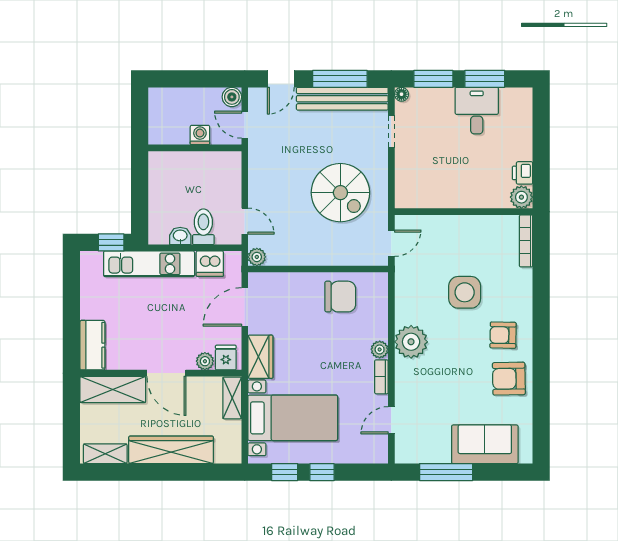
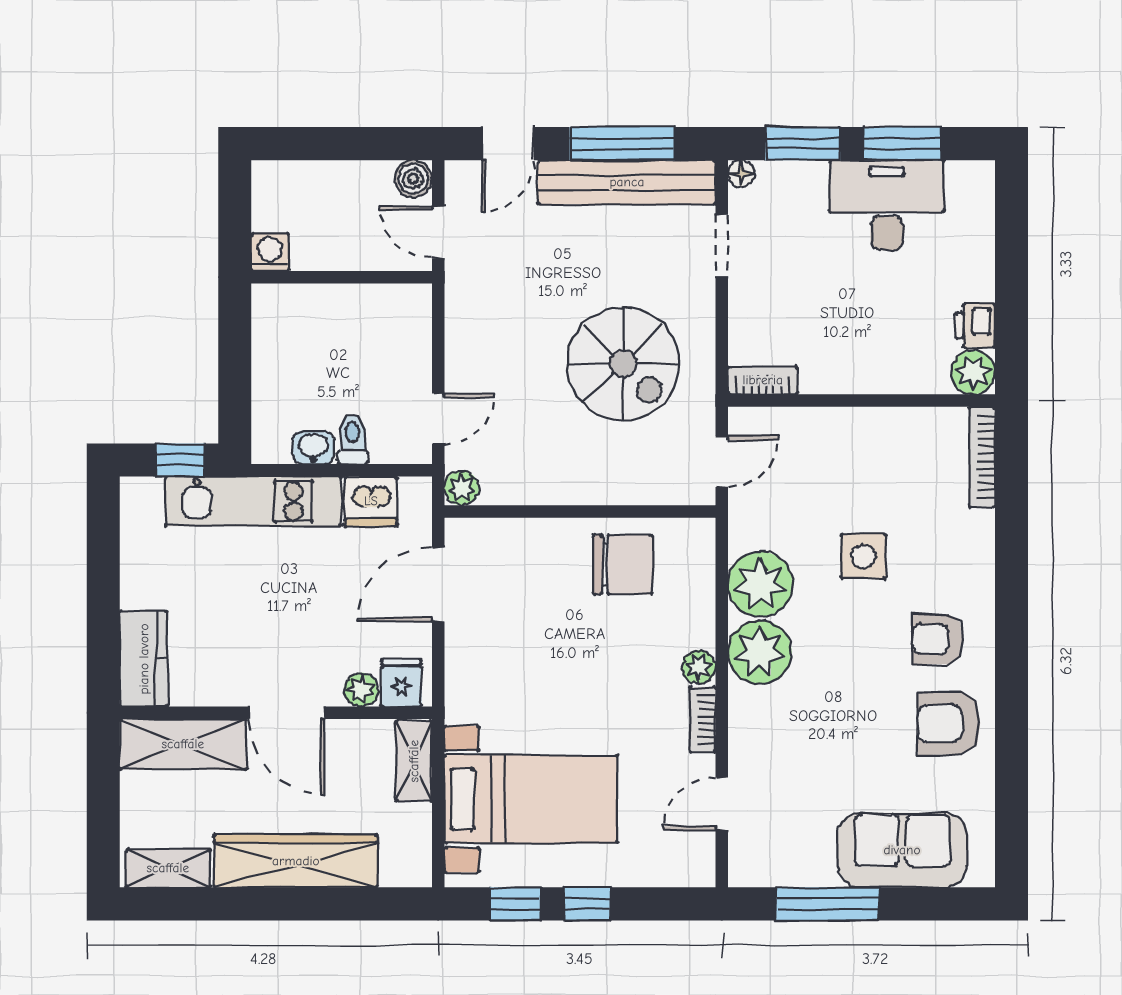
desk: (477, 111) -> (887, 205), width x1.37
washing machine: (200, 135) -> (270, 252), moved
bookcase: (413, 201) -> (763, 380), added
door: (245, 221) -> (438, 419), hinge flipped
toilet: (203, 227) -> (353, 439), width x0.73, depth x0.72
side table: (465, 292) -> (863, 556), width x0.73, depth x0.73
plant: (411, 307) -> (761, 584), added
wardrobe: (260, 357) -> (469, 681), removed

